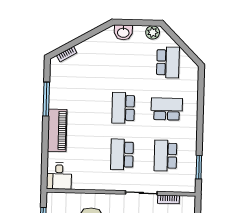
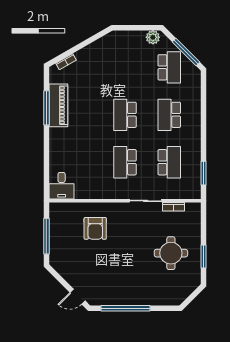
washbasin: (123, 32) -> (123, 38), removed
window: (185, 48) -> (186, 52), added
school desk: (167, 109) -> (169, 115), turned -90
piano: (57, 130) -> (58, 105), moved
school desk: (165, 156) -> (169, 162), turned 180

